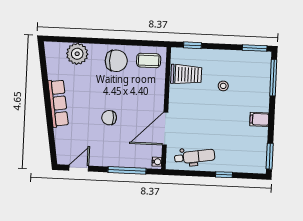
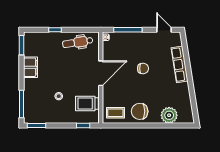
row of seats: (58, 103) -> (180, 64), moved
filing cabinet: (259, 119) -> (31, 67), width x2.00
door: (165, 129) -> (101, 73), moved
door: (79, 168) -> (164, 30), swing flipped

